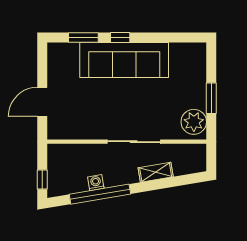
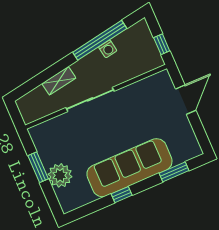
window: (120, 38) -> (122, 195), moved
plant: (194, 122) -> (60, 175), moved
window: (42, 180) -> (162, 44), moved

